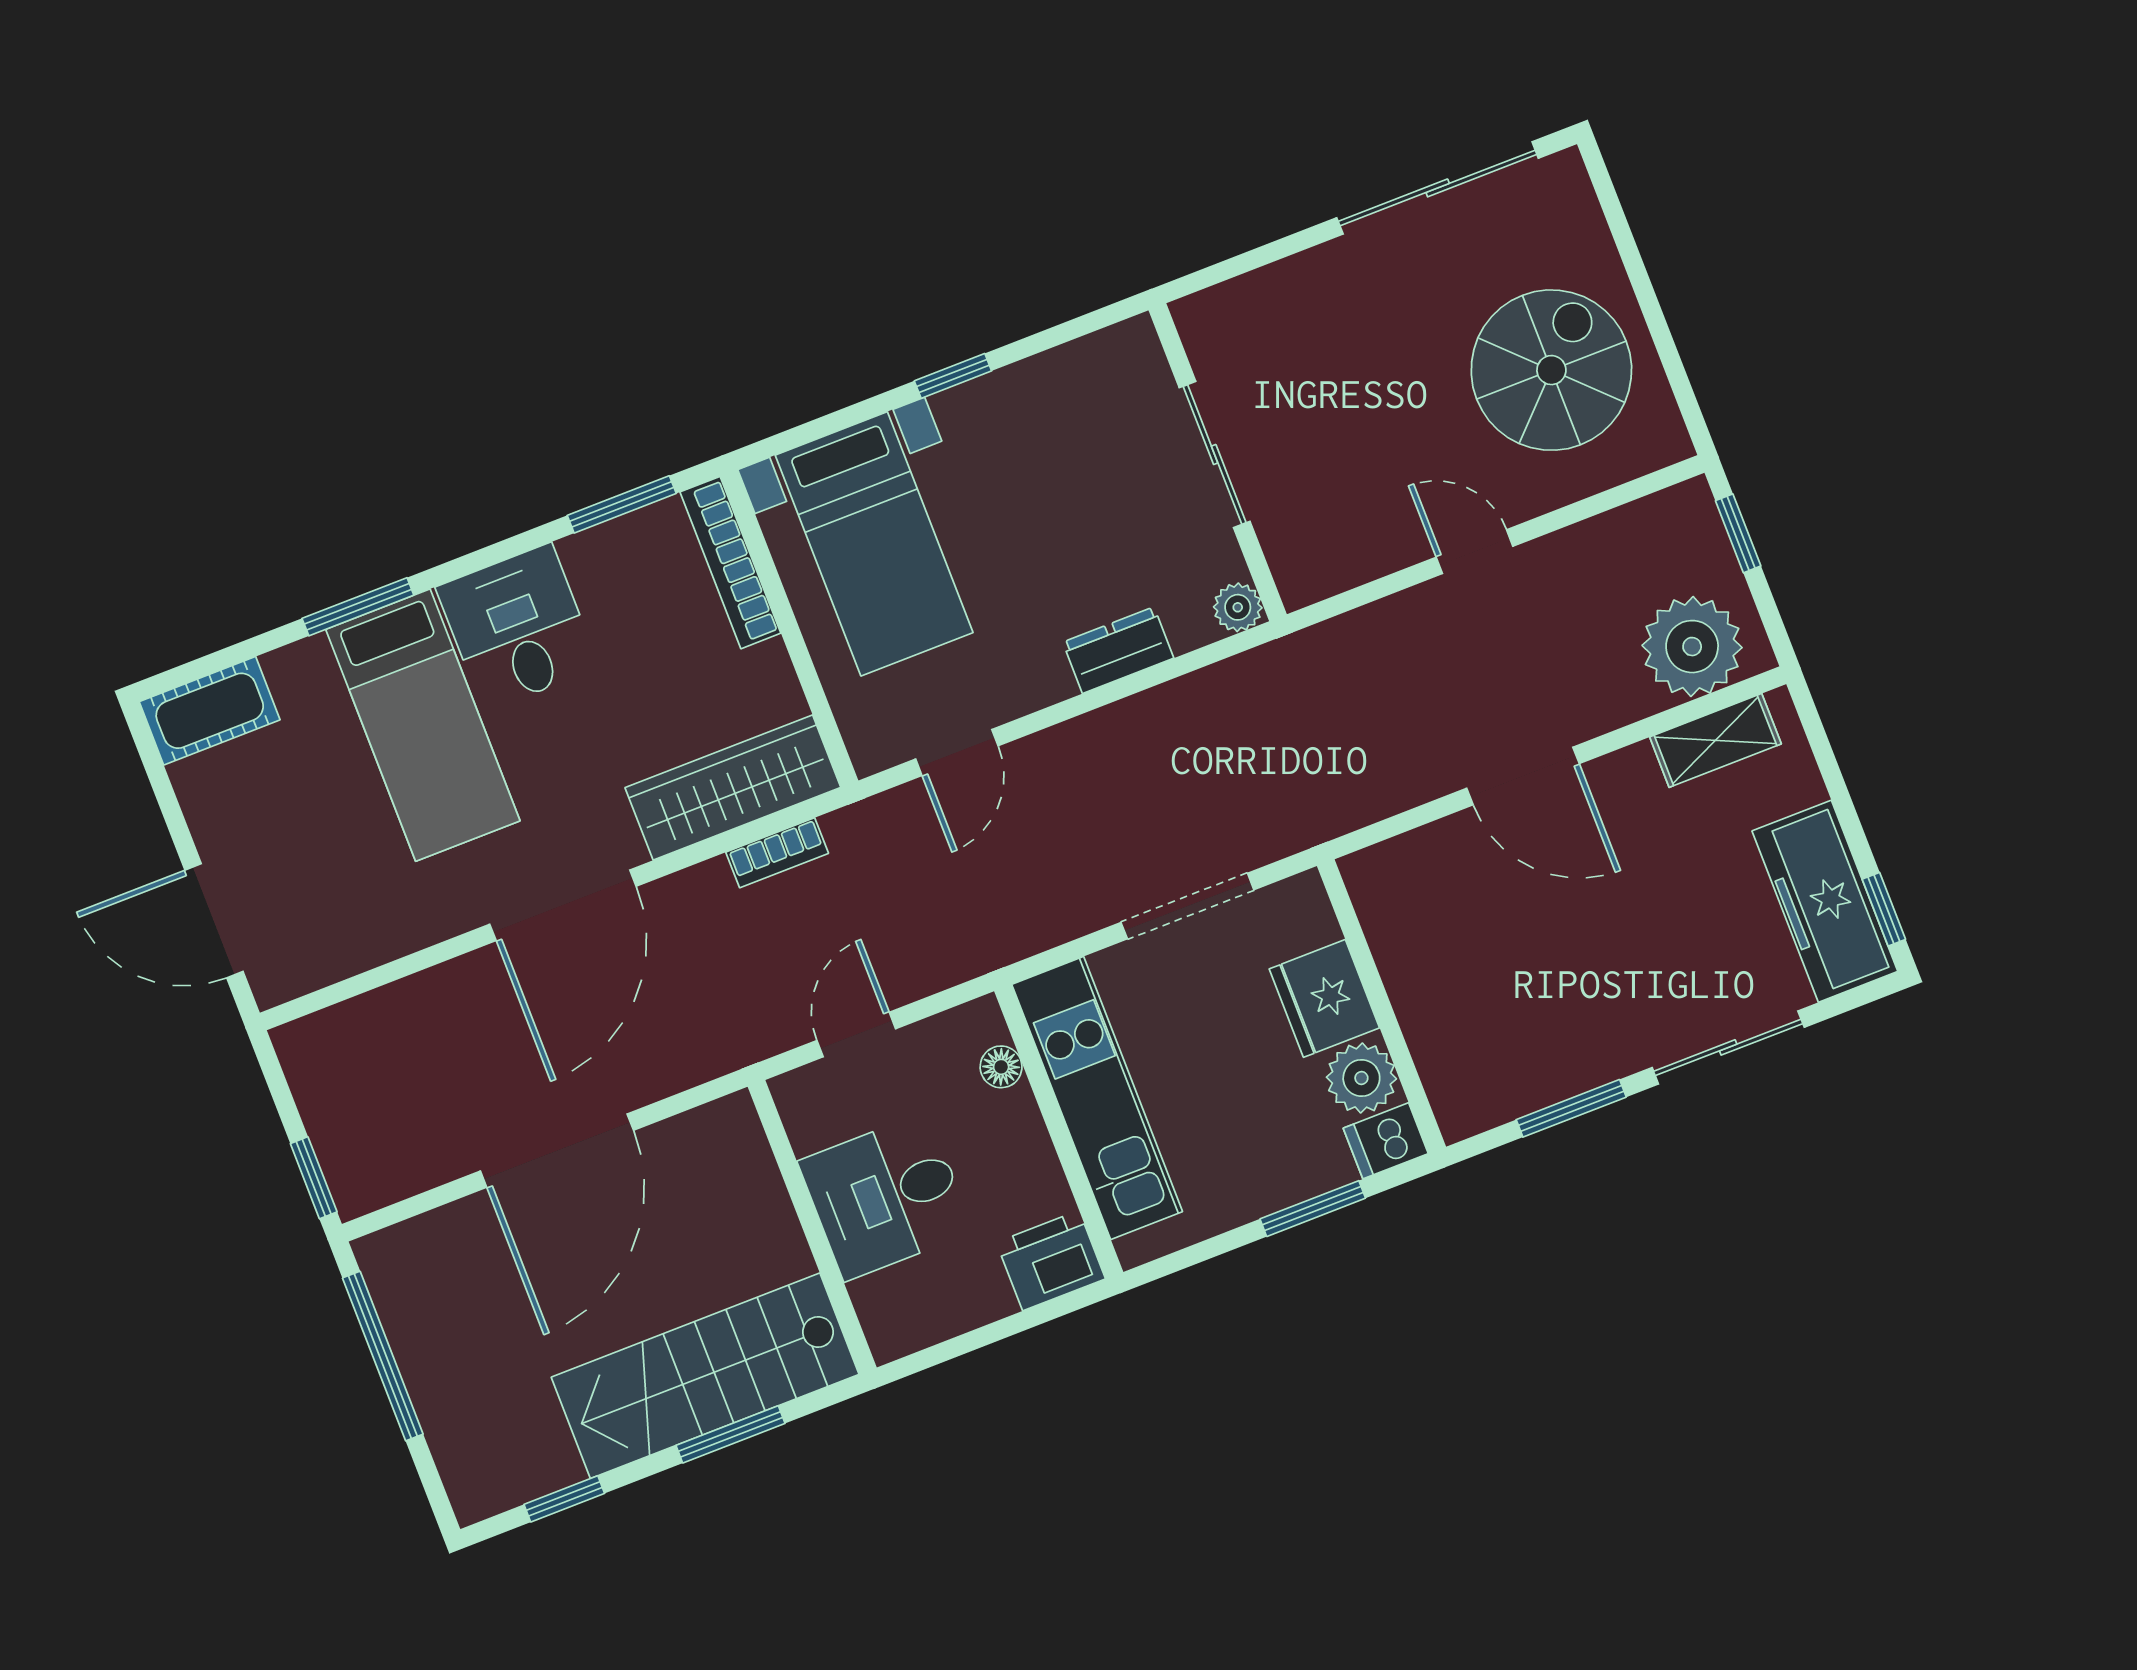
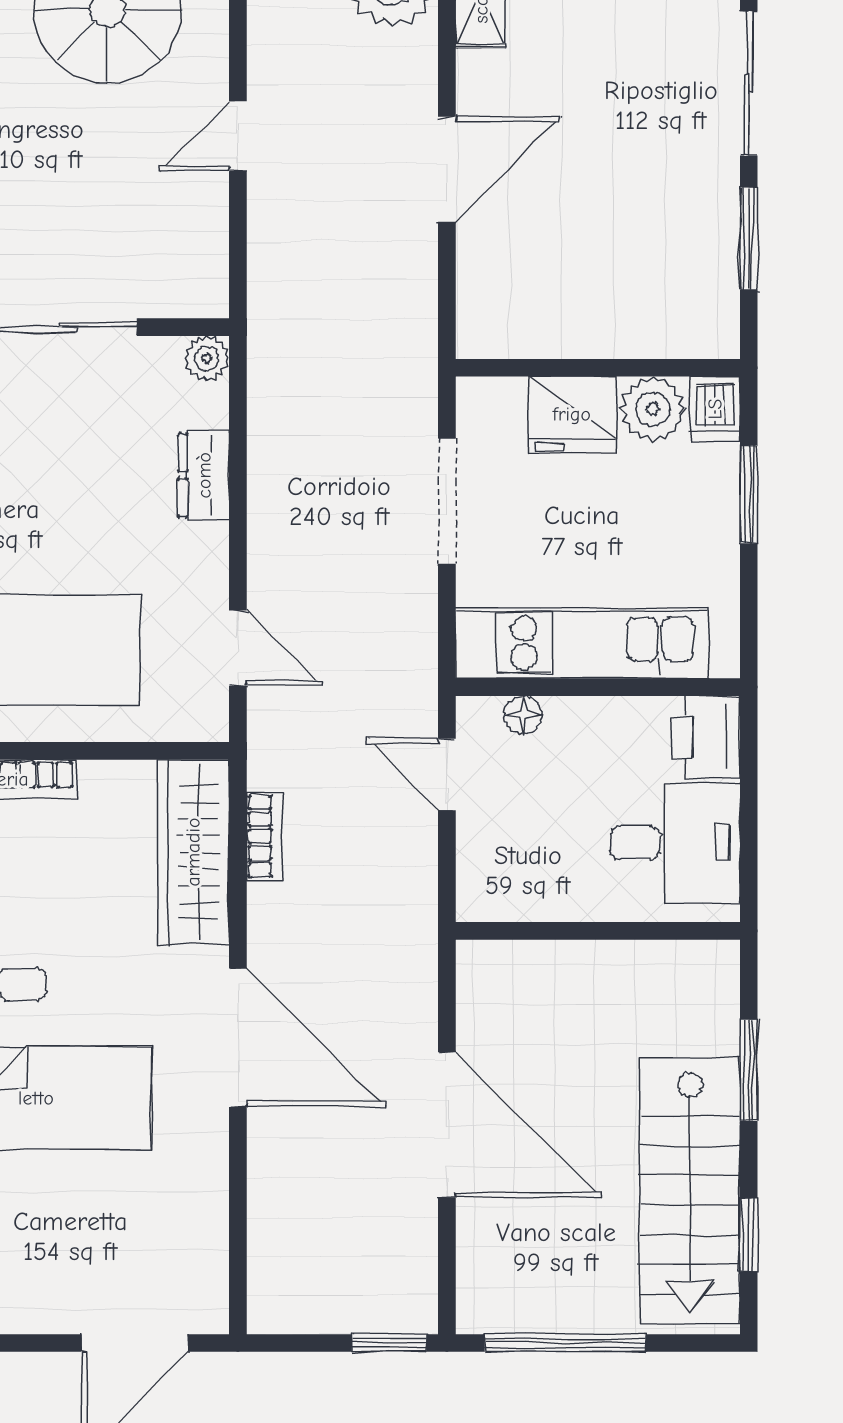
door: (856, 1035) -> (447, 774), moved
desk: (886, 1197) -> (675, 843), moved, turned -90
stairs: (705, 1376) -> (690, 1191), moved

